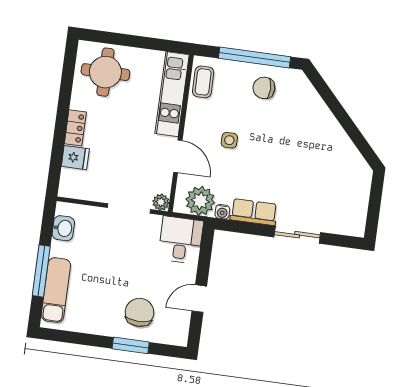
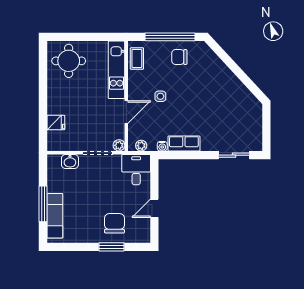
locker: (75, 128) -> (53, 102), removed
door: (178, 156) -> (126, 112), hinge flipped
plant: (200, 201) -> (141, 146), width x0.53, depth x0.53
washbasin: (63, 228) -> (70, 161), moved, turned 90
sliding door: (297, 235) -> (234, 155), moved

